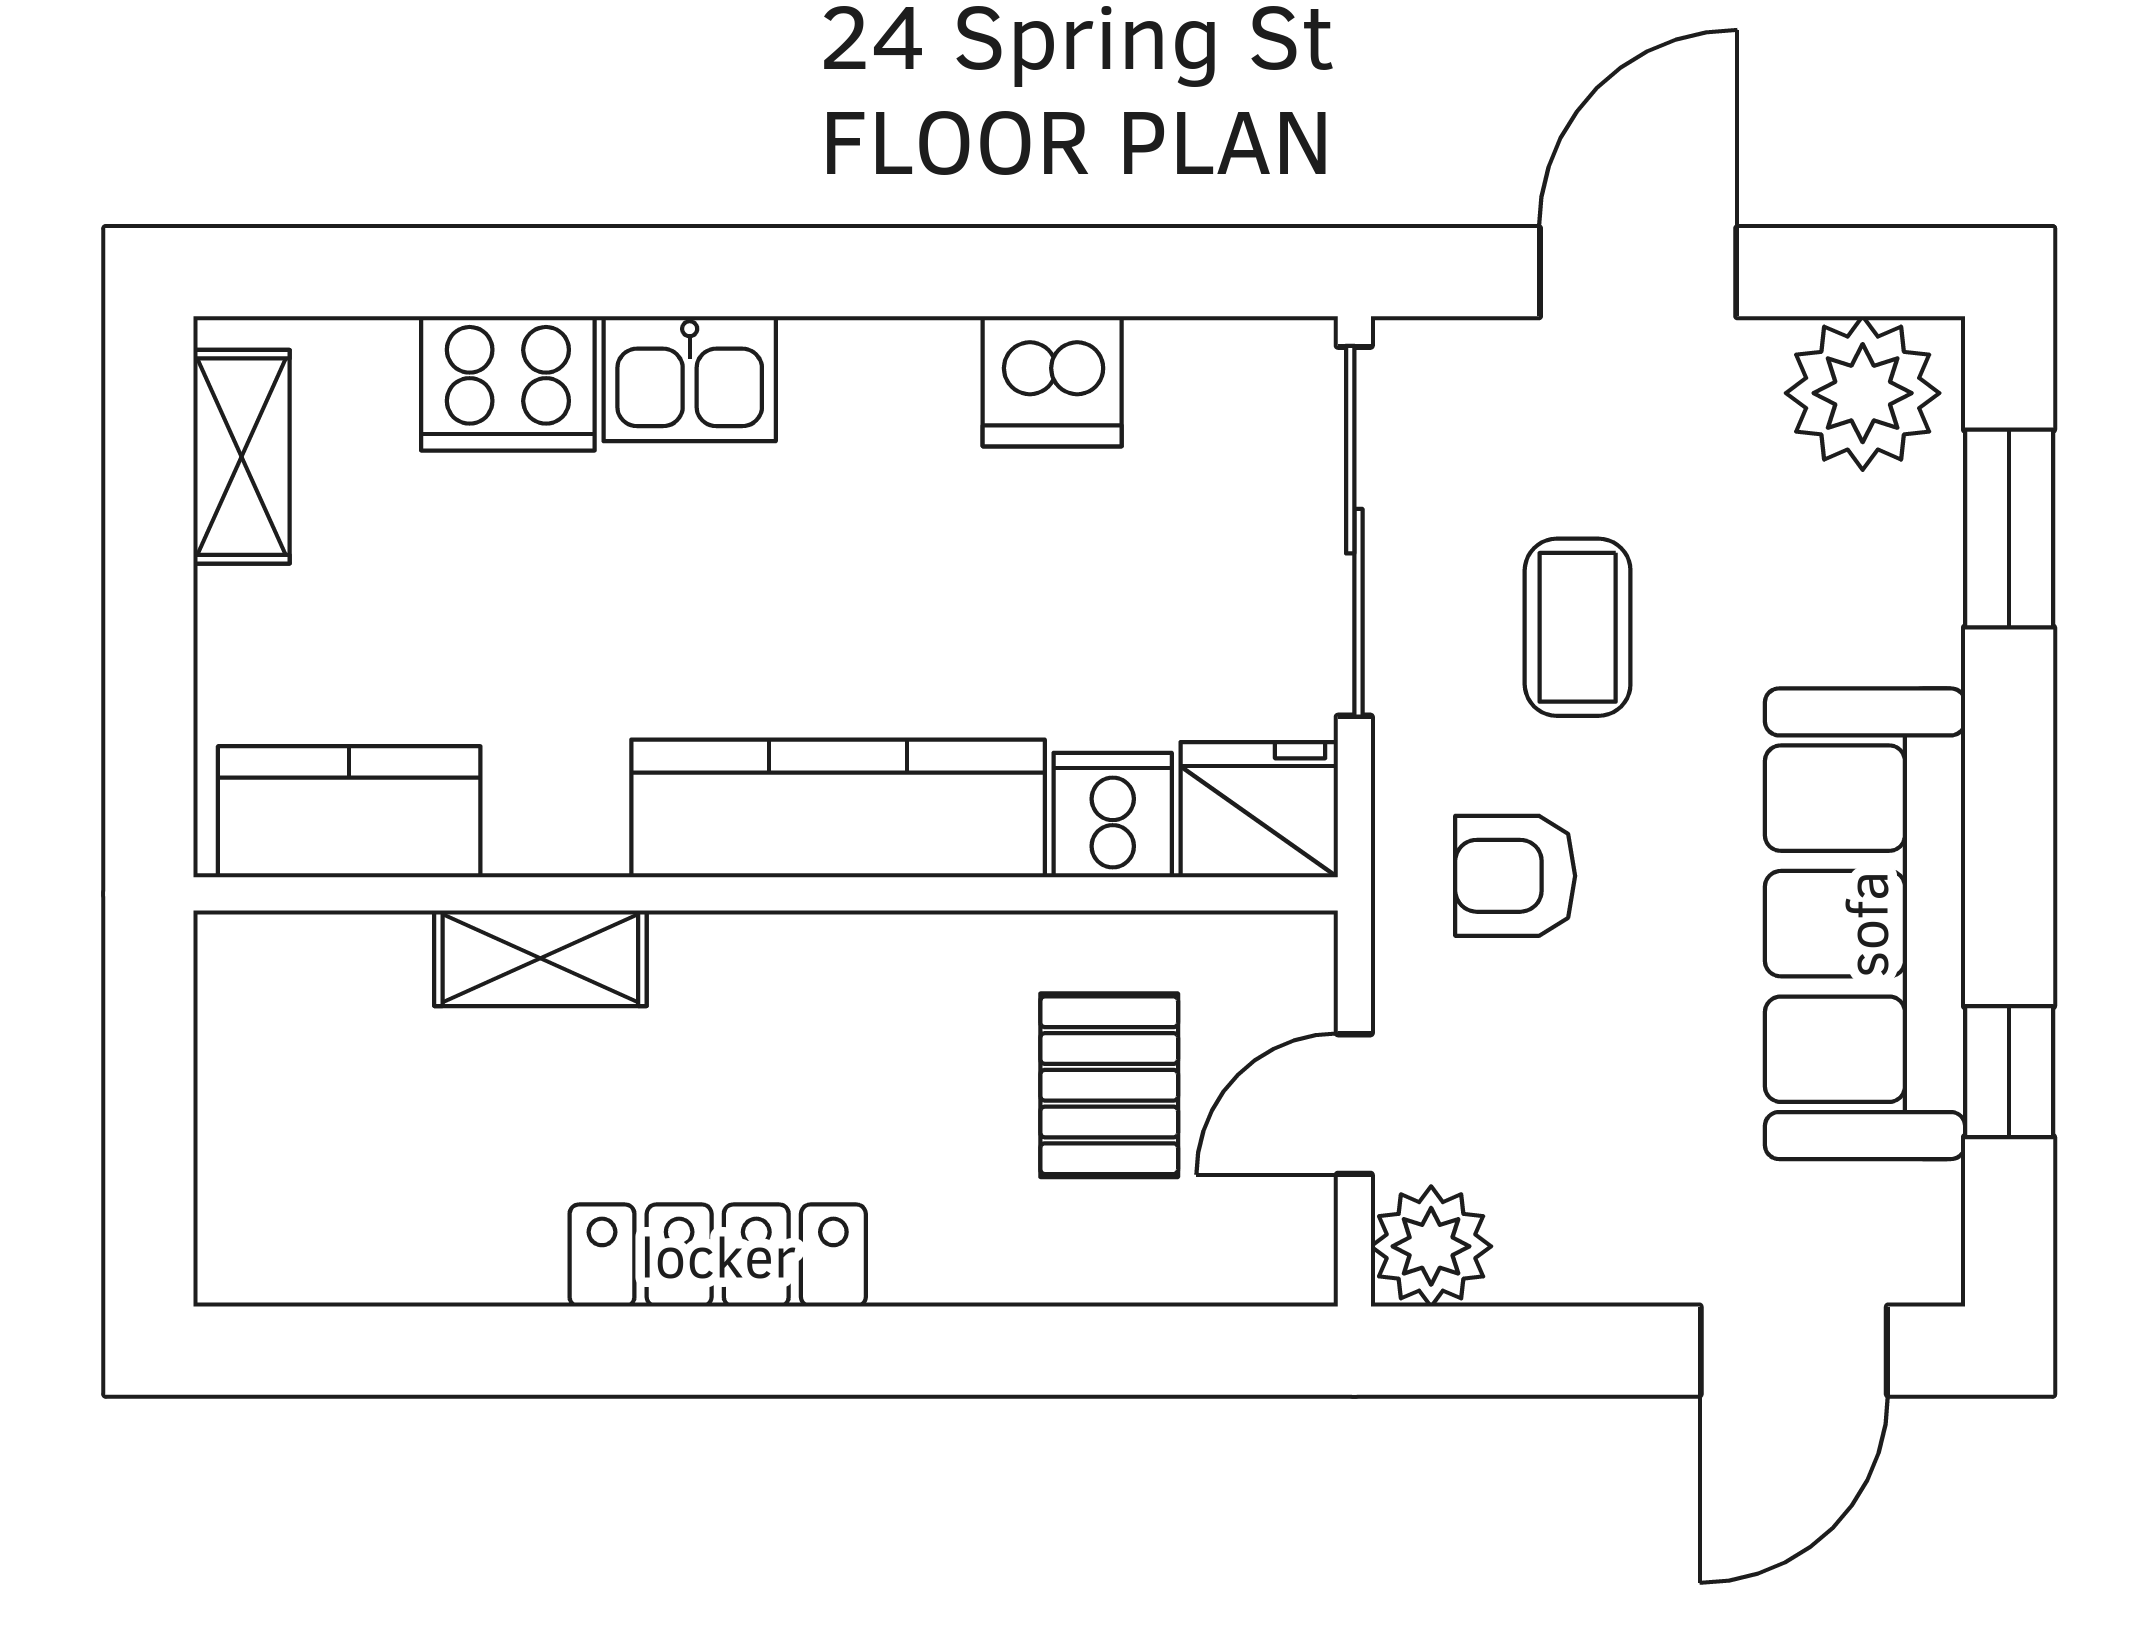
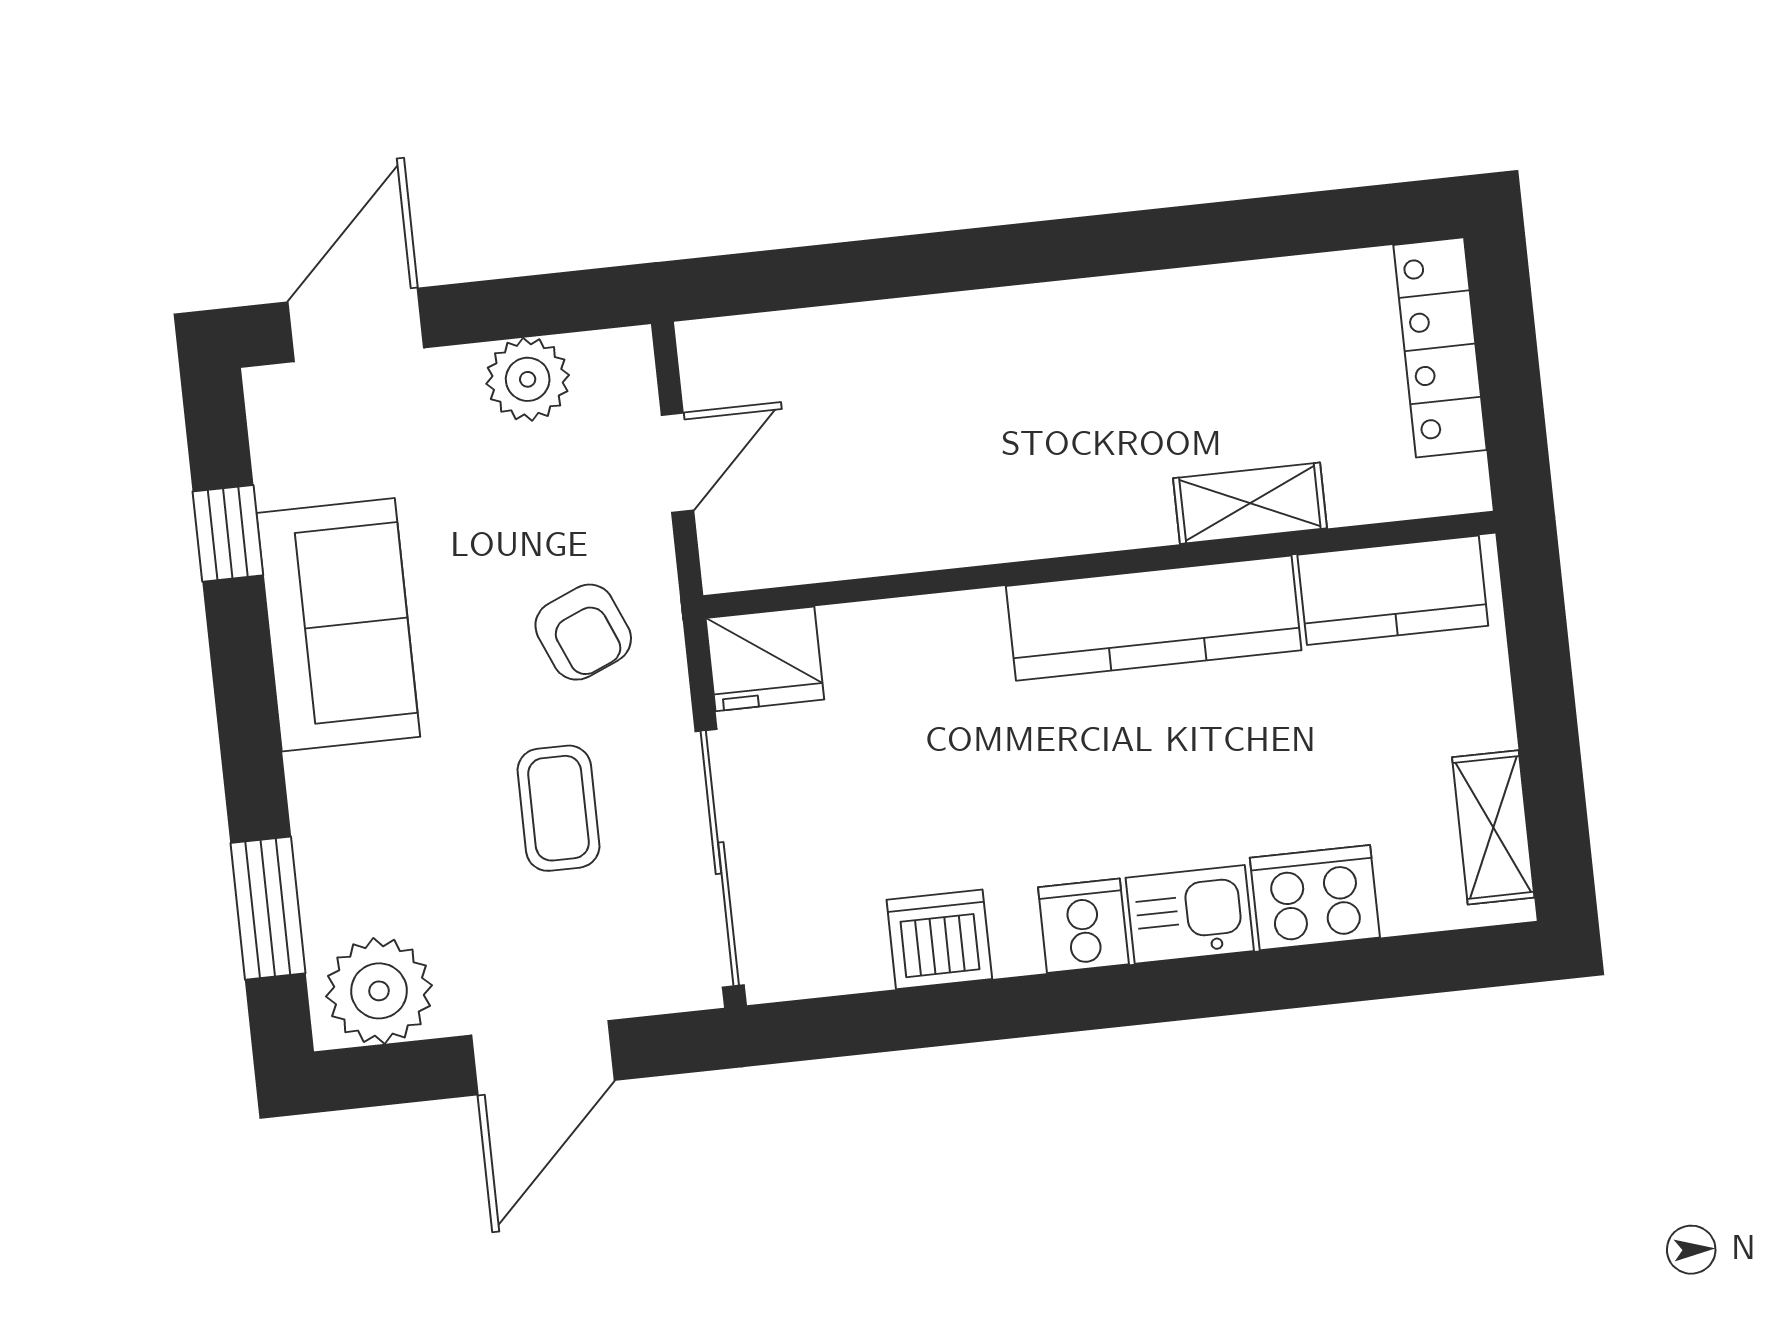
kitchen counter: (838, 808) -> (1154, 618), moved
cooker: (1113, 815) -> (1083, 926), moved, turned 180
armchair: (1515, 876) -> (583, 632), turned 67
sofa: (1865, 924) -> (338, 625), width x0.73
pallet: (1109, 1085) -> (848, 458), removed
plant: (1431, 1246) -> (528, 379), moved
locker: (718, 1255) -> (1440, 347), moved, turned 90

